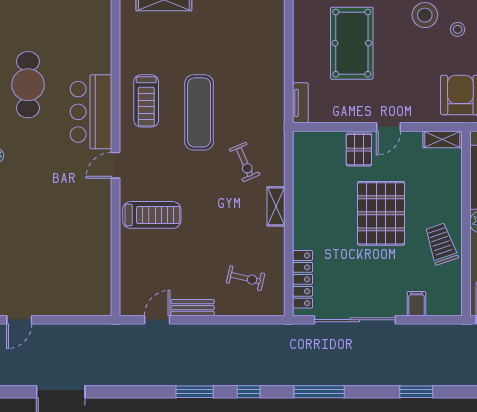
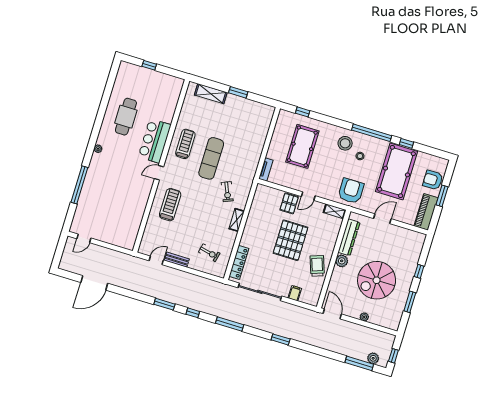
treadmill: (146, 101) -> (185, 144), turned 180
treadmill: (152, 215) -> (170, 205), turned -90

